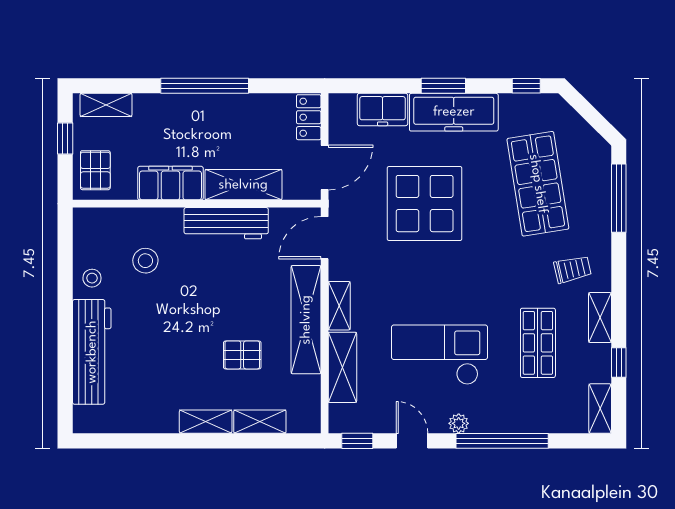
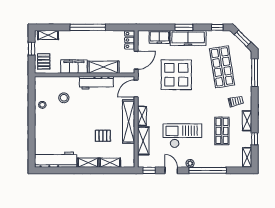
window: (589, 113) -> (243, 38), added
workbench: (92, 352) -> (56, 160), moved, turned -90

